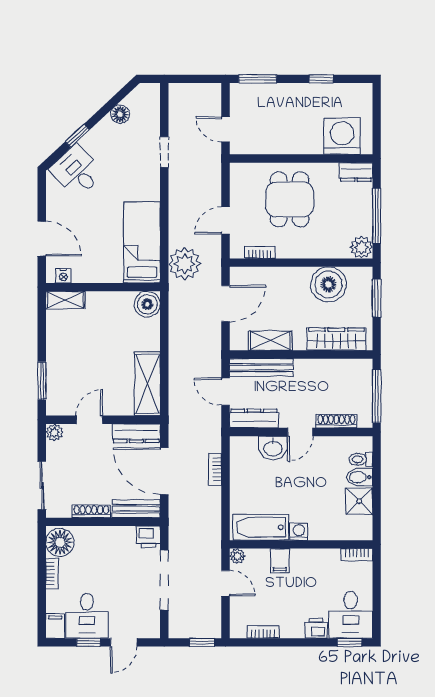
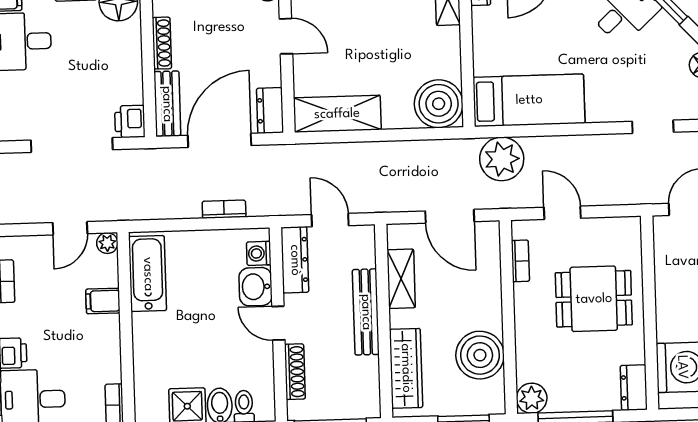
boiler: (147, 304) -> (439, 104), width x1.37, depth x1.37
bench: (261, 367) -> (366, 312), moved
door: (226, 392) -> (330, 220), hinge flipped
dresser: (136, 433) -> (270, 110), width x0.70
washing machine: (299, 532) -> (259, 253), moved, turned 180

